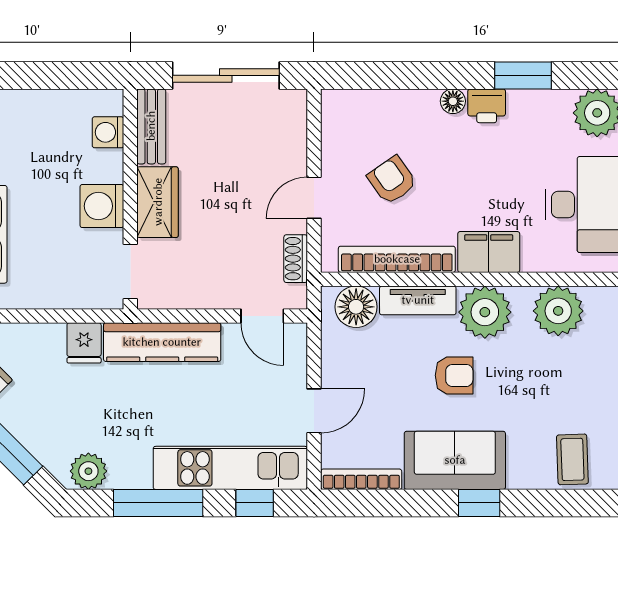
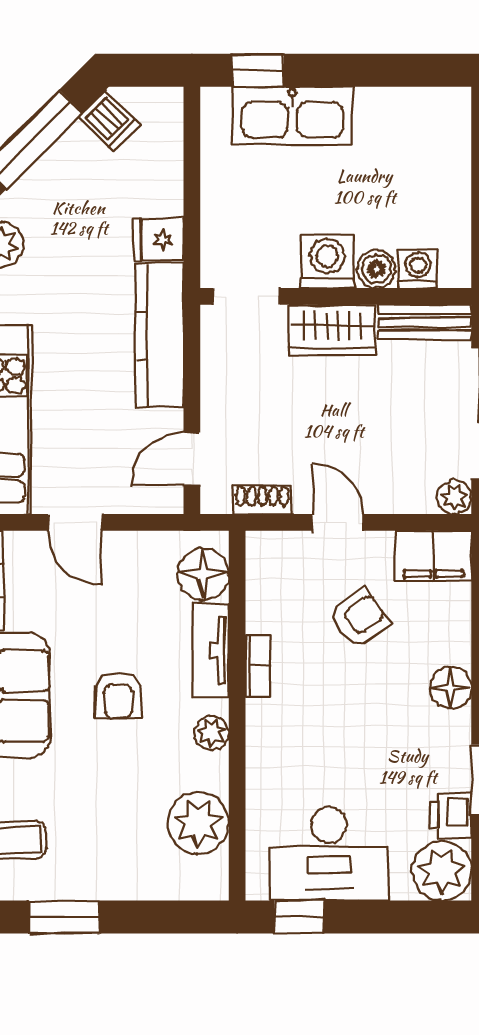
floor lamp: (453, 101) -> (450, 688), width x1.37, depth x1.37
plant: (293, 103) -> (454, 497), added
printer: (487, 106) -> (450, 815), moved
boiler: (108, 166) -> (376, 269), added
filing cabinet: (489, 252) -> (433, 556), moved, turned 90
bookcase: (397, 259) -> (258, 665), width x0.43, depth x0.76
plant: (485, 312) -> (212, 733), width x0.53, depth x0.53

